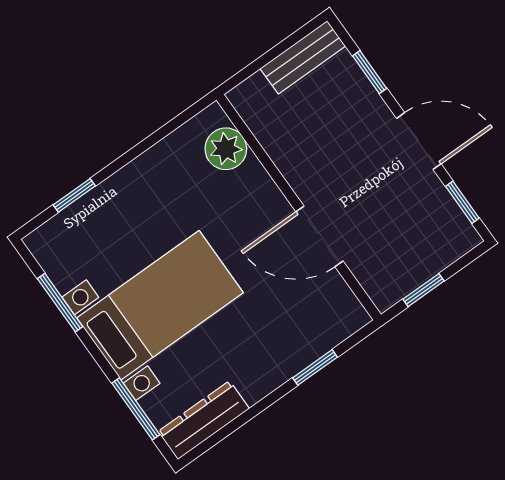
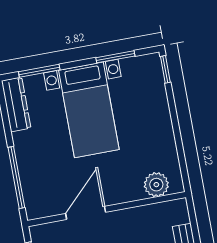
window: (74, 195) -> (165, 69), moved
window: (315, 367) -> (16, 177), width x2.17

